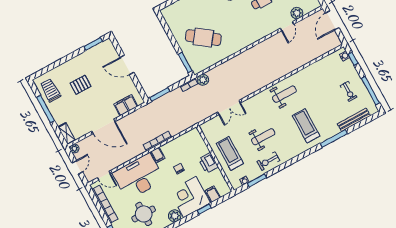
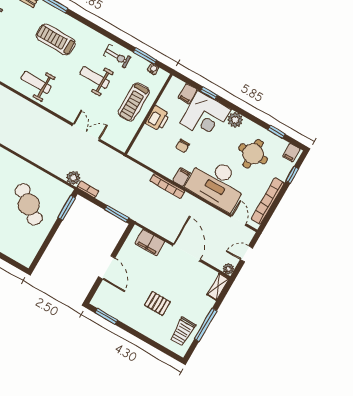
treadmill: (306, 126) -> (56, 39), turned 90

